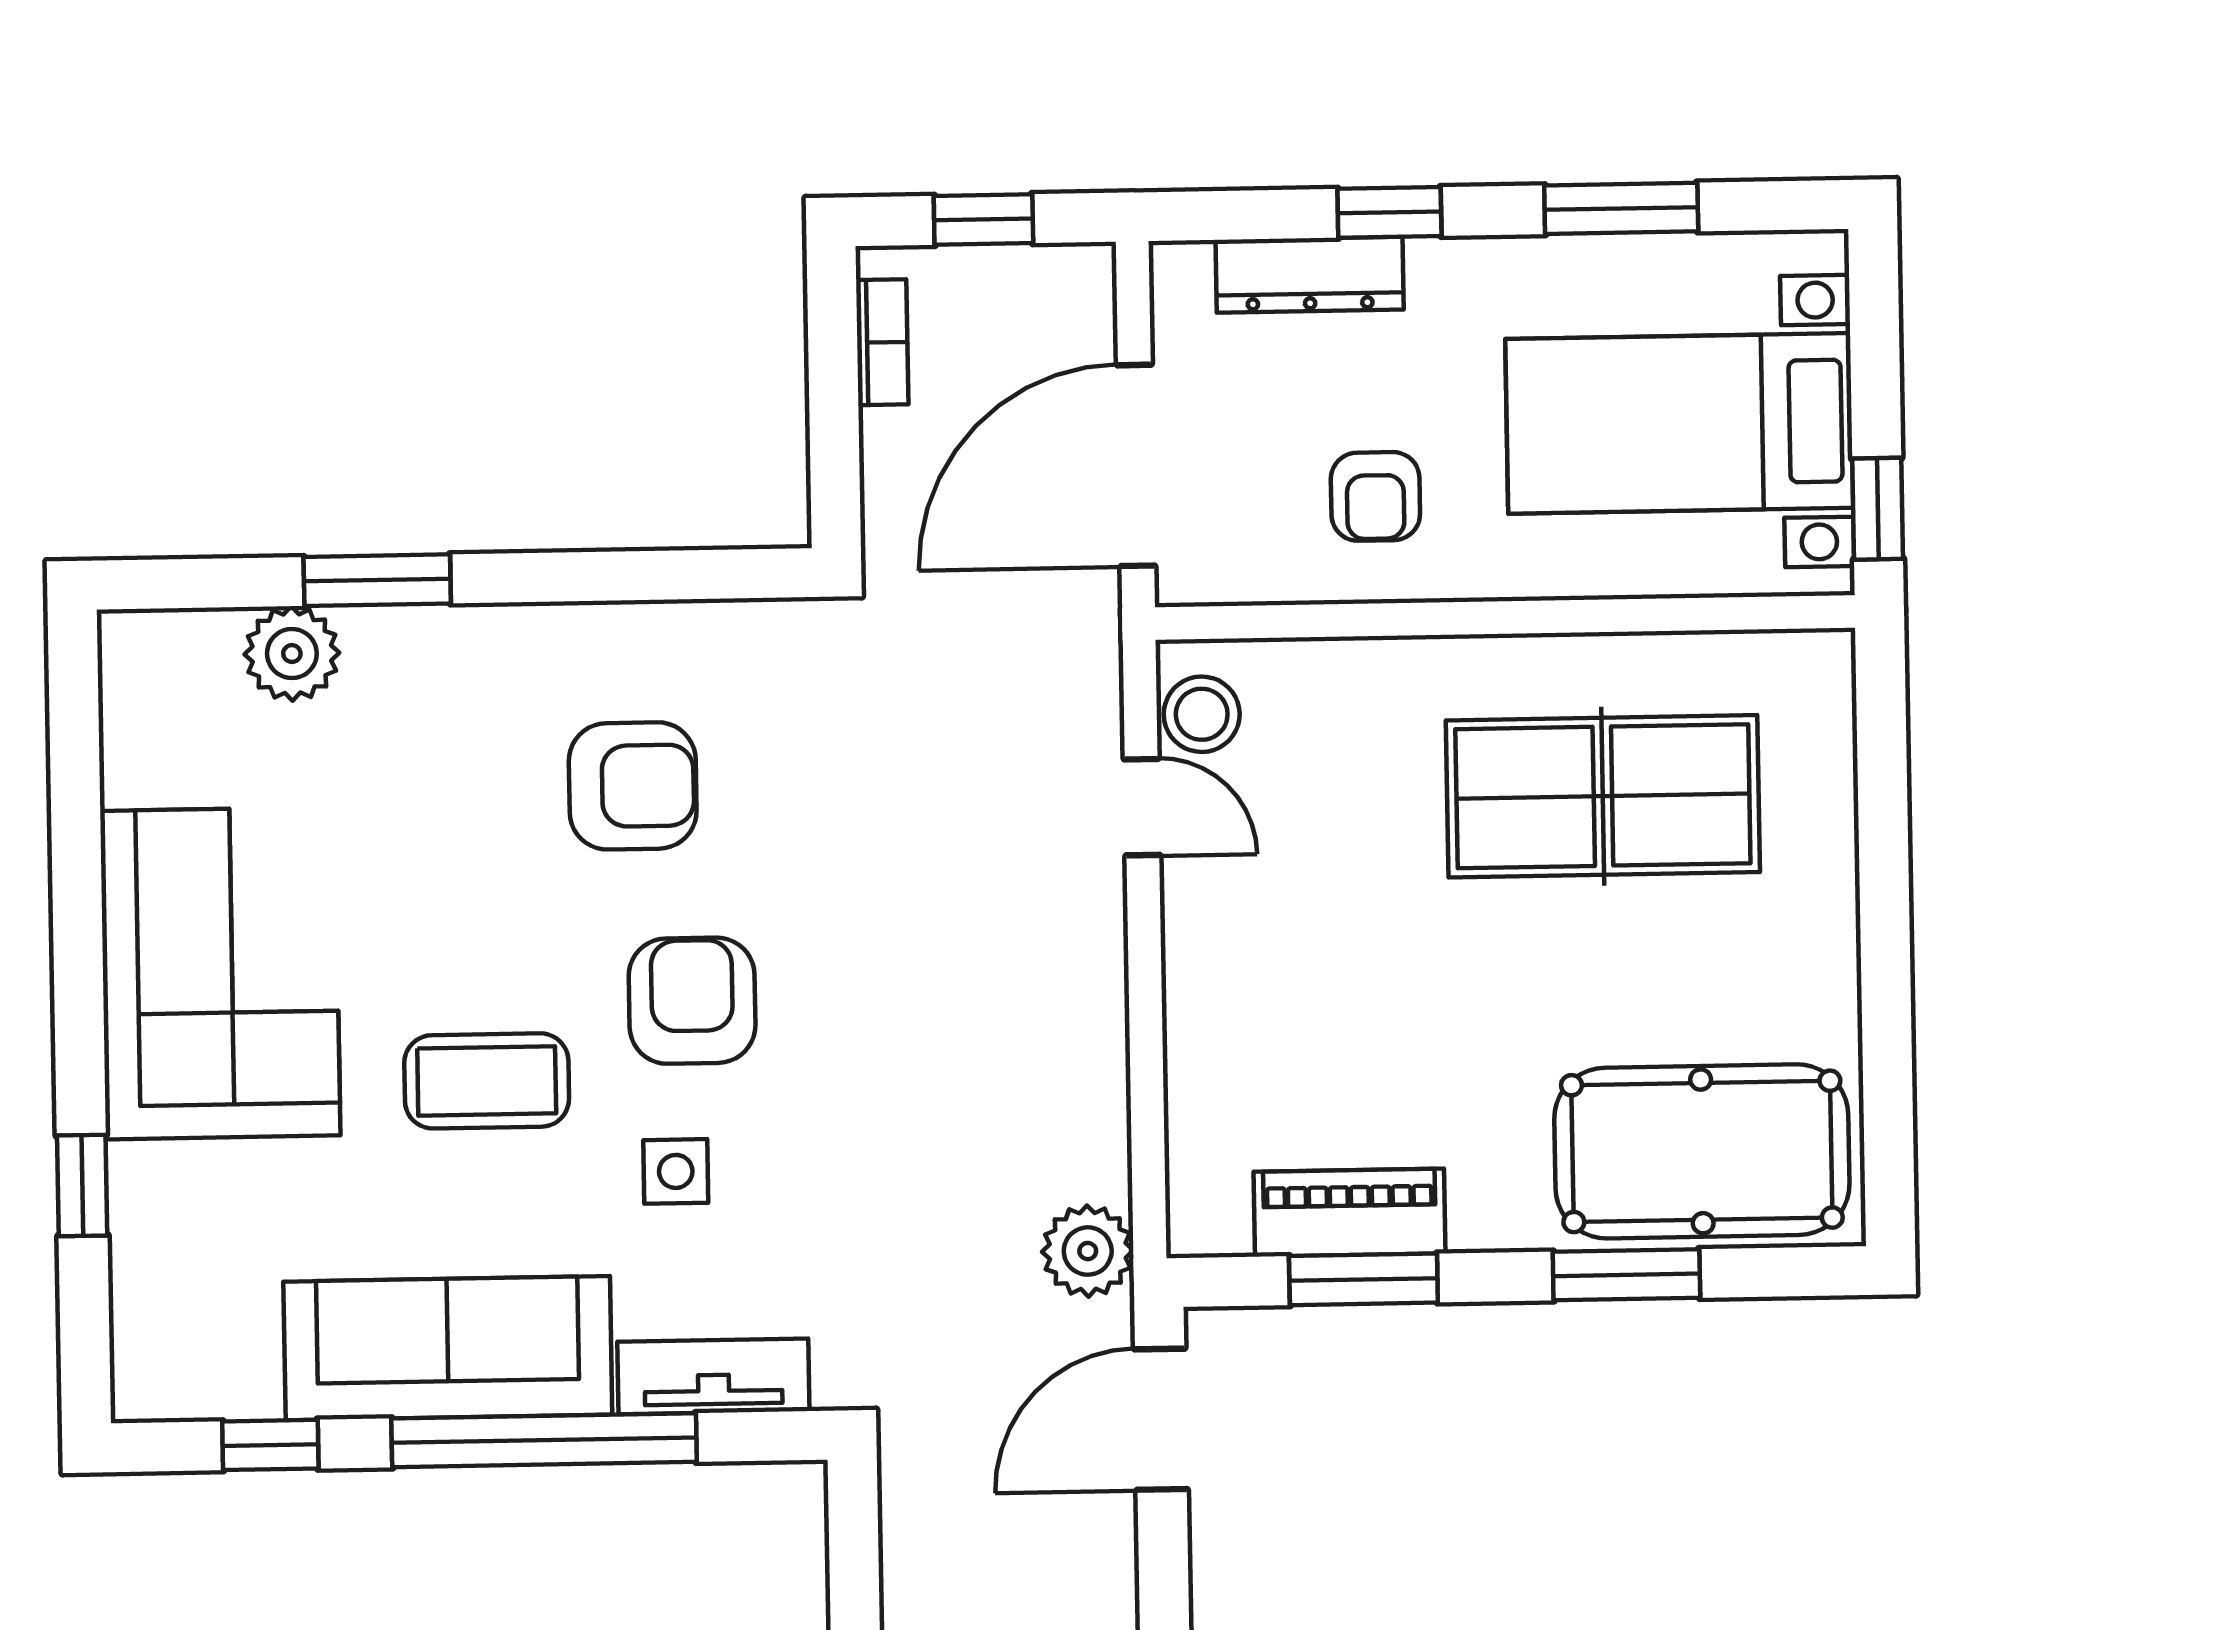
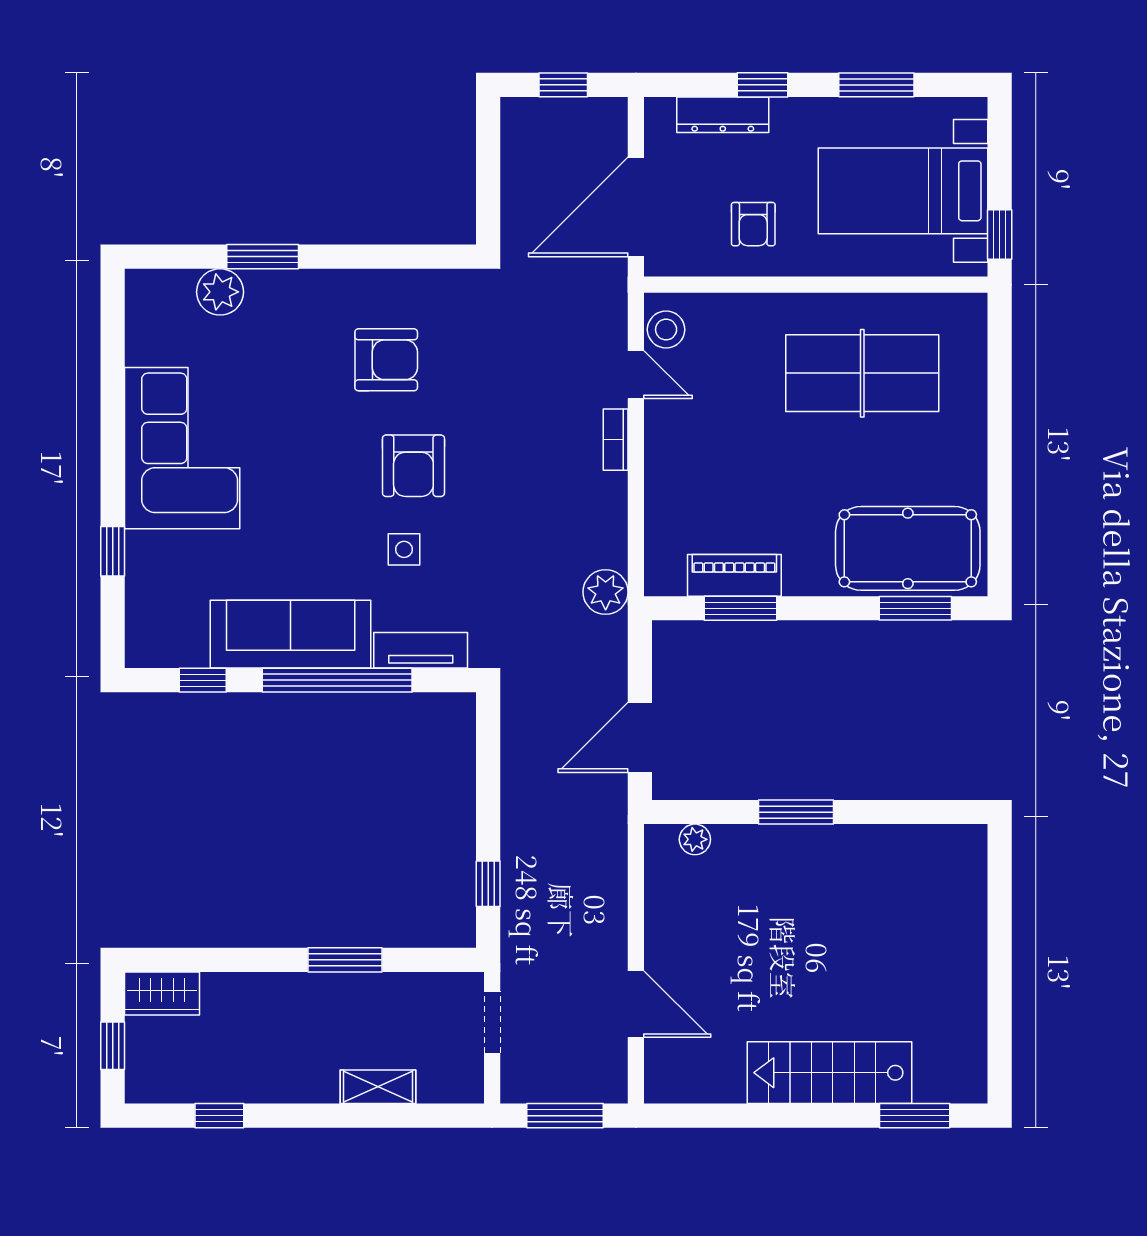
bookcase: (882, 342) -> (616, 440), moved, turned 180
armchair: (692, 1001) -> (413, 466), turned 180
coffee table: (487, 1081) -> (312, 503), removed
window: (1626, 1275) -> (915, 608), moved
door: (1161, 1419) -> (640, 737), moved

